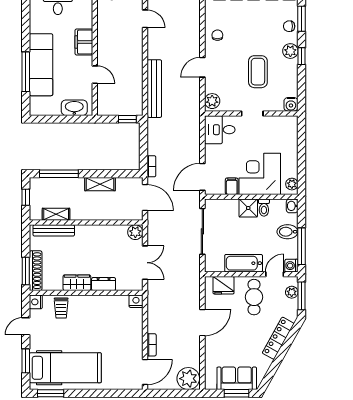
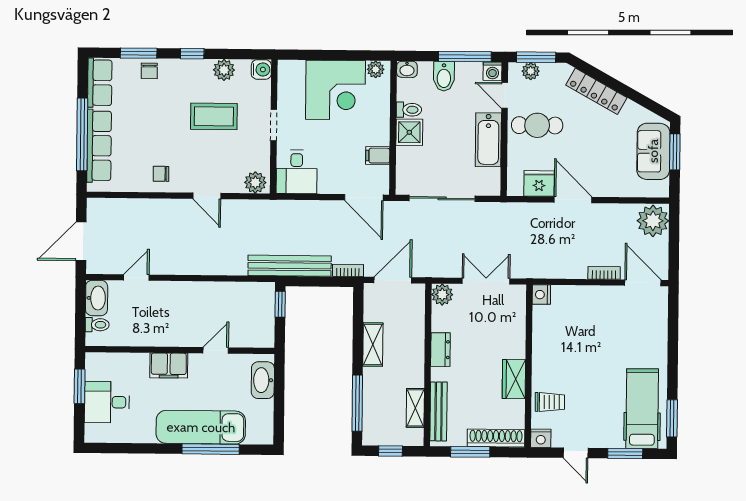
plant: (290, 51) -> (224, 70), moved
bench: (154, 89) -> (290, 266), moved
corner desk: (260, 174) -> (336, 90), moved, turned -90
window: (26, 271) -> (470, 452), moved
dresser: (104, 284) -> (440, 350), moved, turned 180
fridge: (224, 285) -> (539, 183), moved, turned -90
hospital bed: (65, 368) -> (642, 409), width x0.73, depth x0.78

